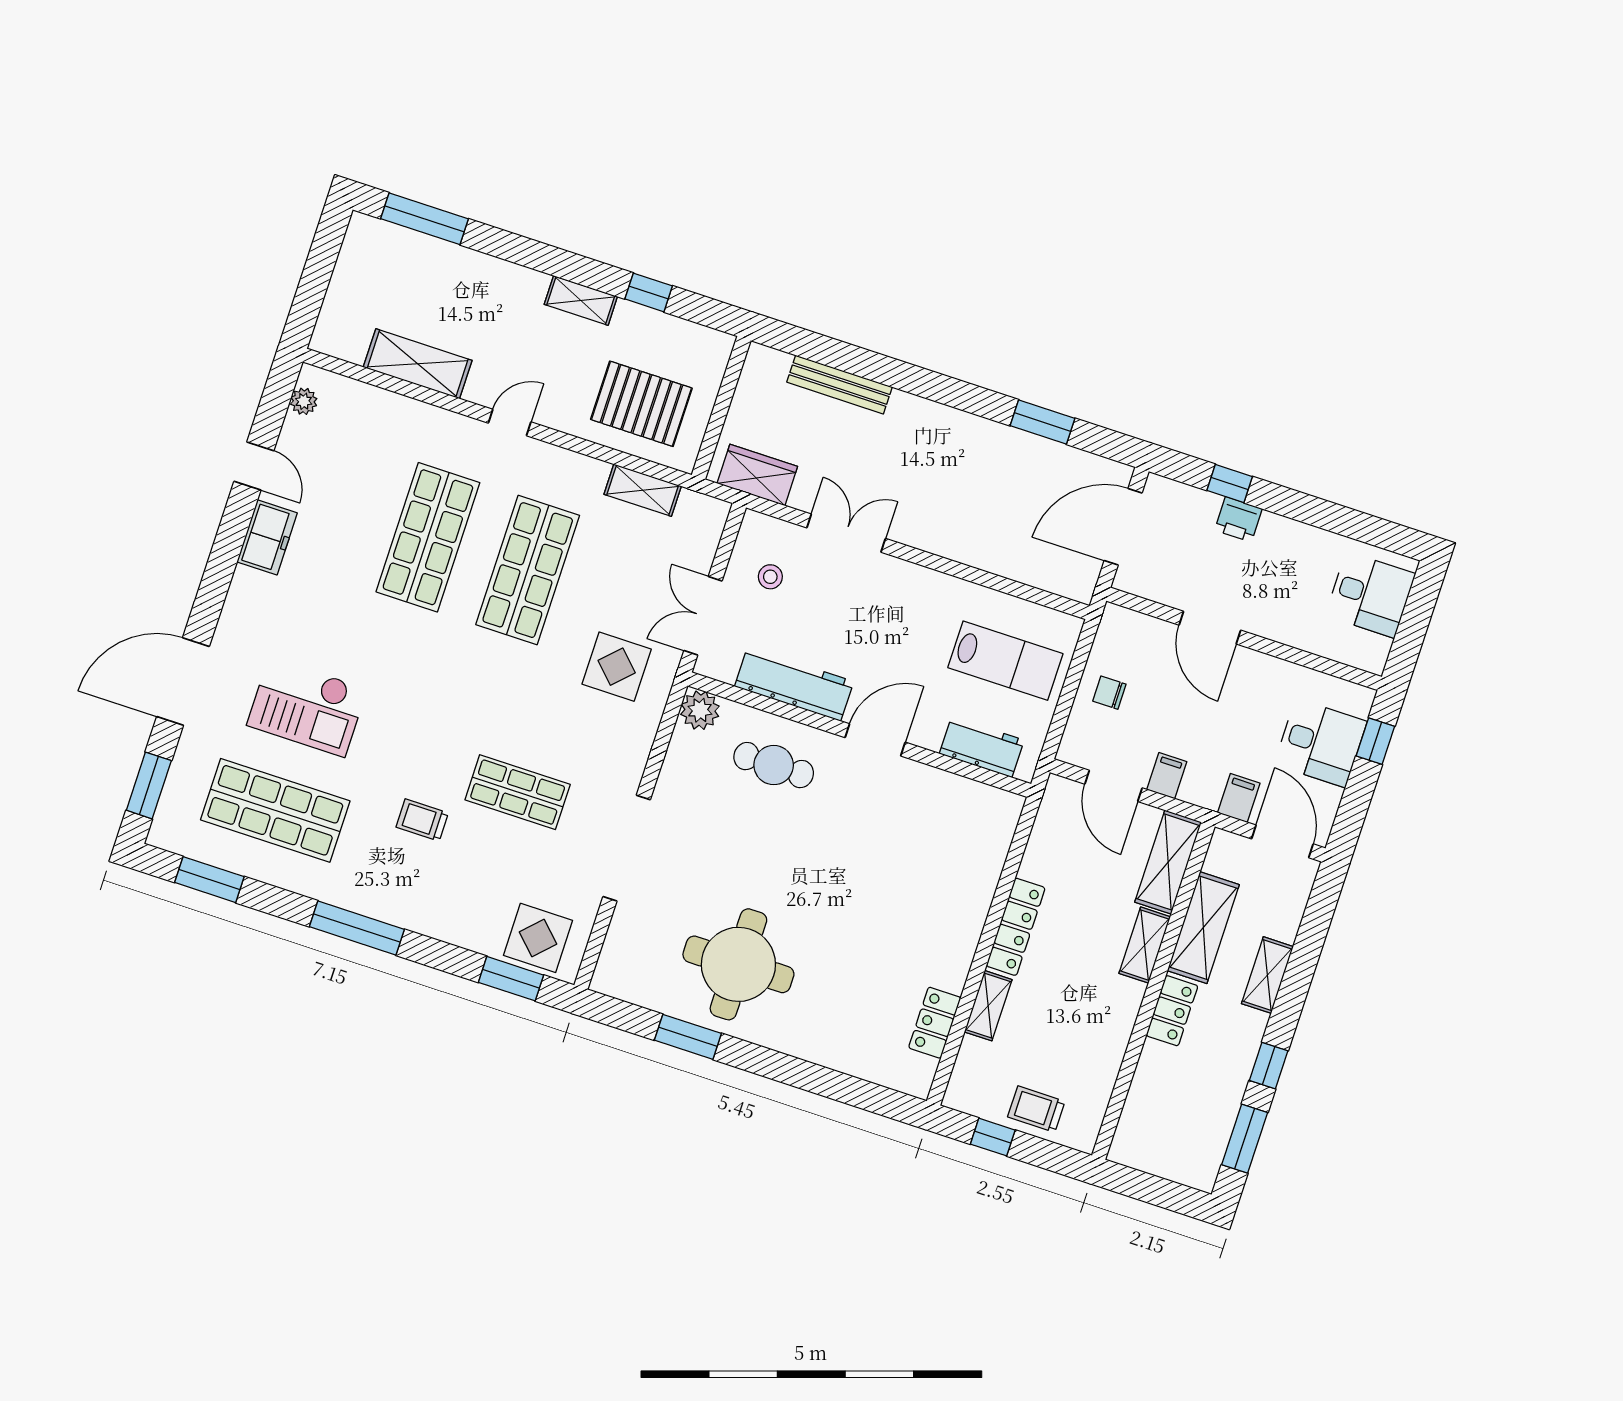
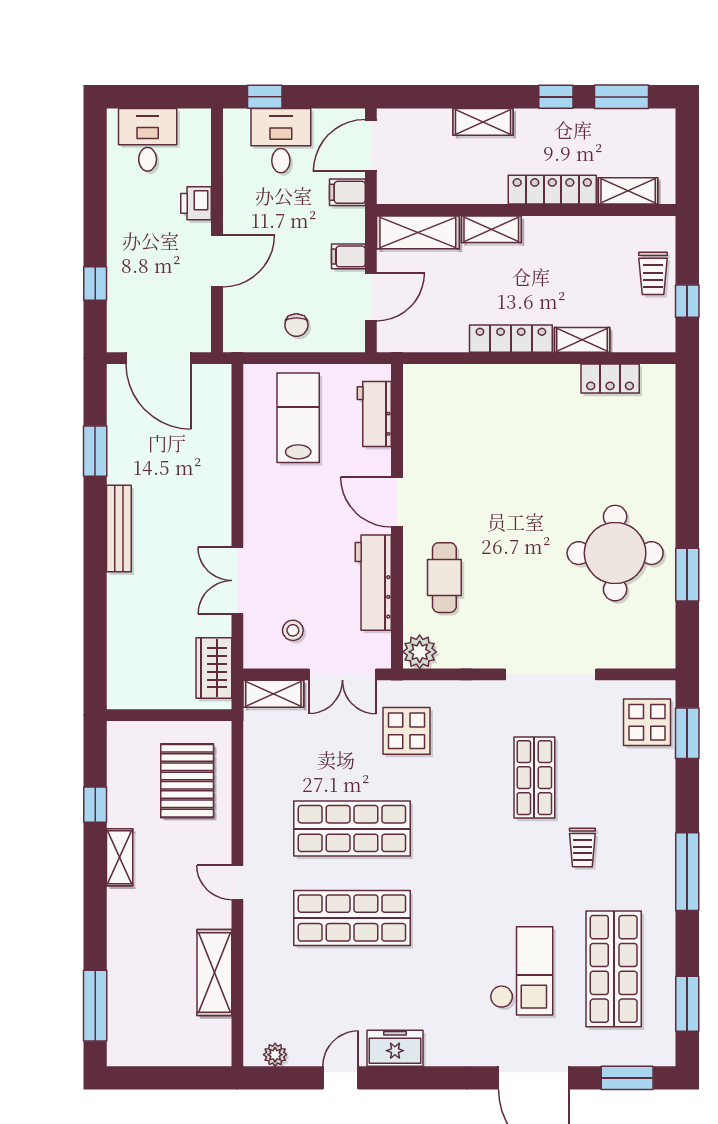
bench: (840, 385) -> (119, 529), moved
shelving: (643, 490) -> (273, 694), moved, turned 90
printer: (1238, 519) -> (196, 203), moved, turned 180
shelving: (1203, 928) -> (628, 191), moved, width x0.67, depth x0.75
locker: (1172, 1011) -> (552, 190), width x1.53

